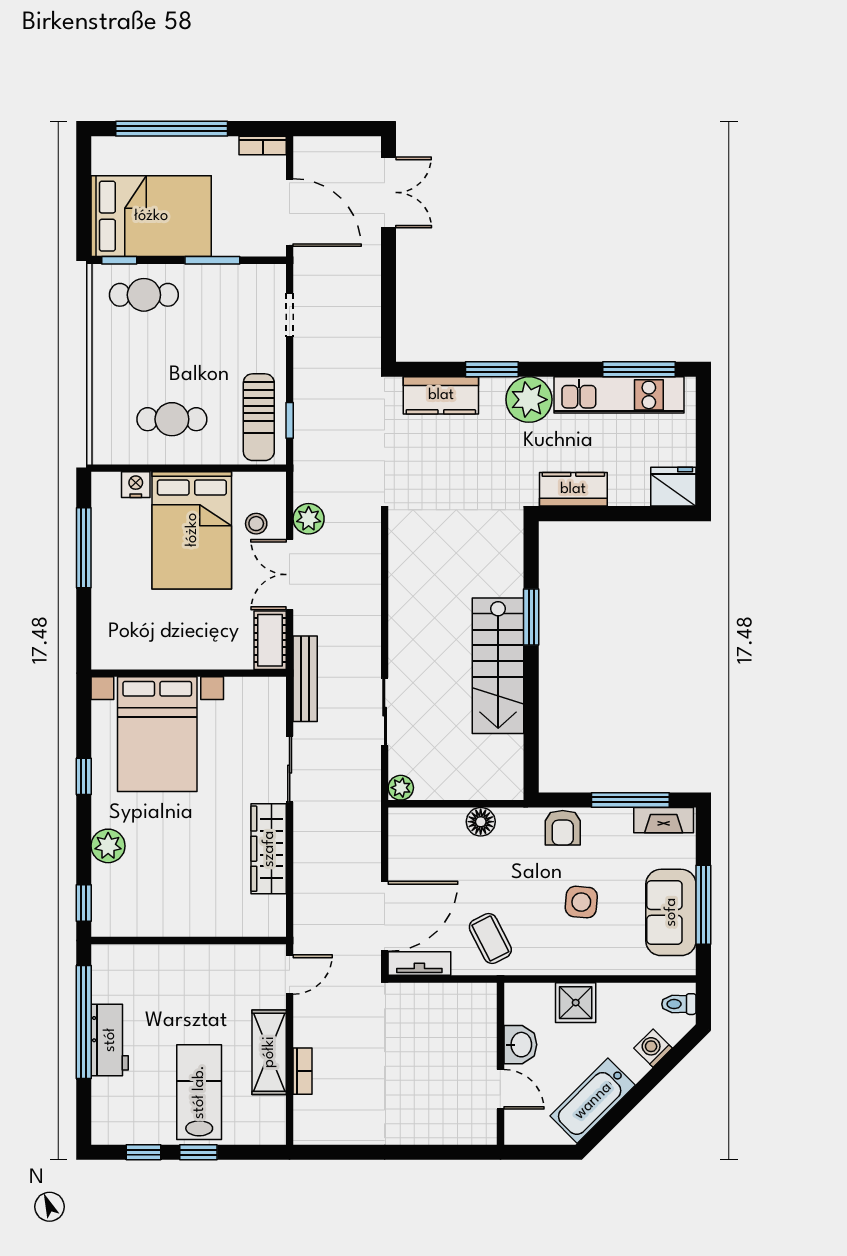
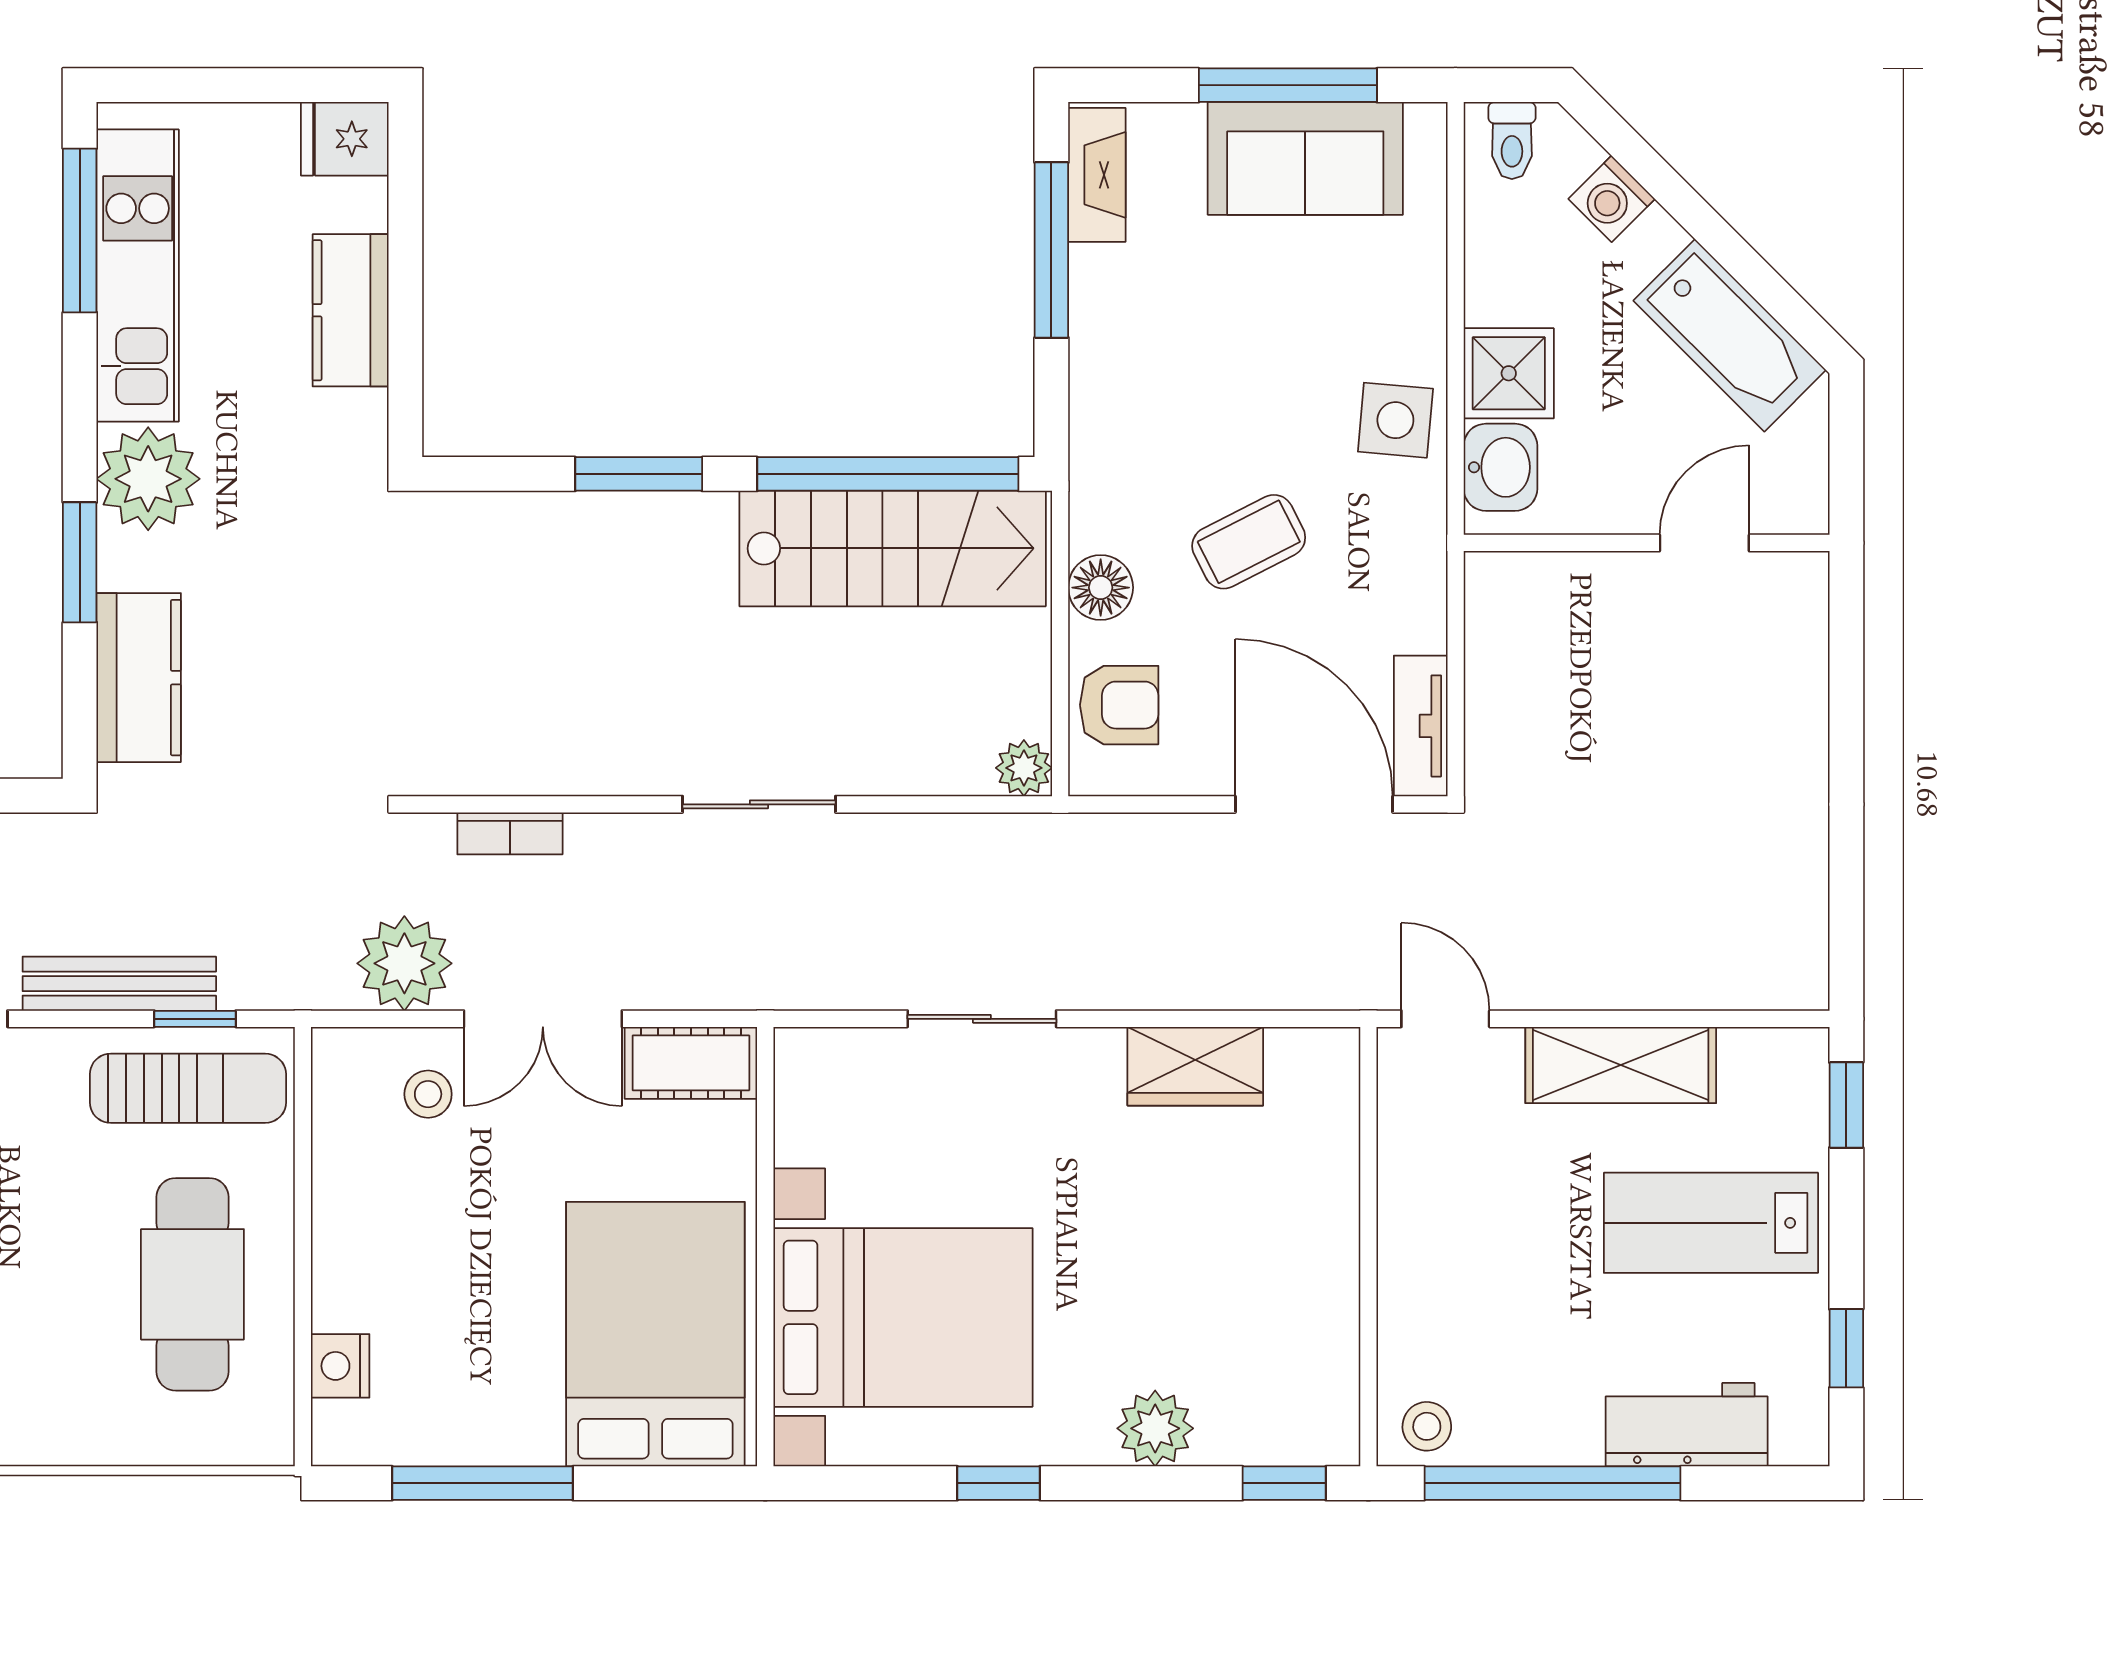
cafe table: (172, 419) -> (192, 1284), width x1.37, depth x1.35
fridge: (673, 487) -> (345, 139), width x0.72
kitchen counter: (573, 489) -> (351, 310), moved
plant: (309, 519) -> (404, 963), width x1.36, depth x1.36
bed: (192, 530) -> (655, 1334), moved, turned -90
stairs: (498, 666) -> (893, 548), moved
bench: (305, 679) -> (119, 984), moved
sliding door: (385, 712) -> (759, 804), moved
window: (531, 727) -> (888, 474), added
armchair: (563, 828) -> (1119, 705), moved
wardrobe: (269, 849) -> (1195, 1066), width x0.67
side table: (581, 902) -> (1395, 420), moved
coffee table: (490, 938) -> (1249, 542), moved
stool: (109, 966) -> (1427, 1426), added
workbench: (110, 1040) -> (1687, 1425), moved
washbasin: (520, 1045) -> (1500, 467), moved, turned 90
bookcase: (302, 1071) -> (510, 833), moved, turned 180
window: (198, 1152) -> (1846, 1105), moved

